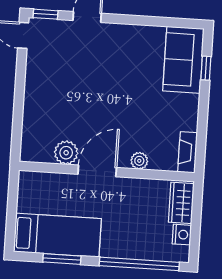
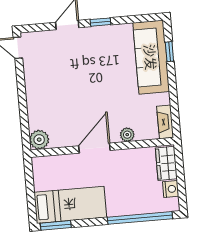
window: (46, 14) -> (100, 22), moved
sofa: (183, 60) -> (151, 57), width x1.36
plant: (66, 153) -> (39, 140), moved
window: (62, 259) -> (56, 225), moved

